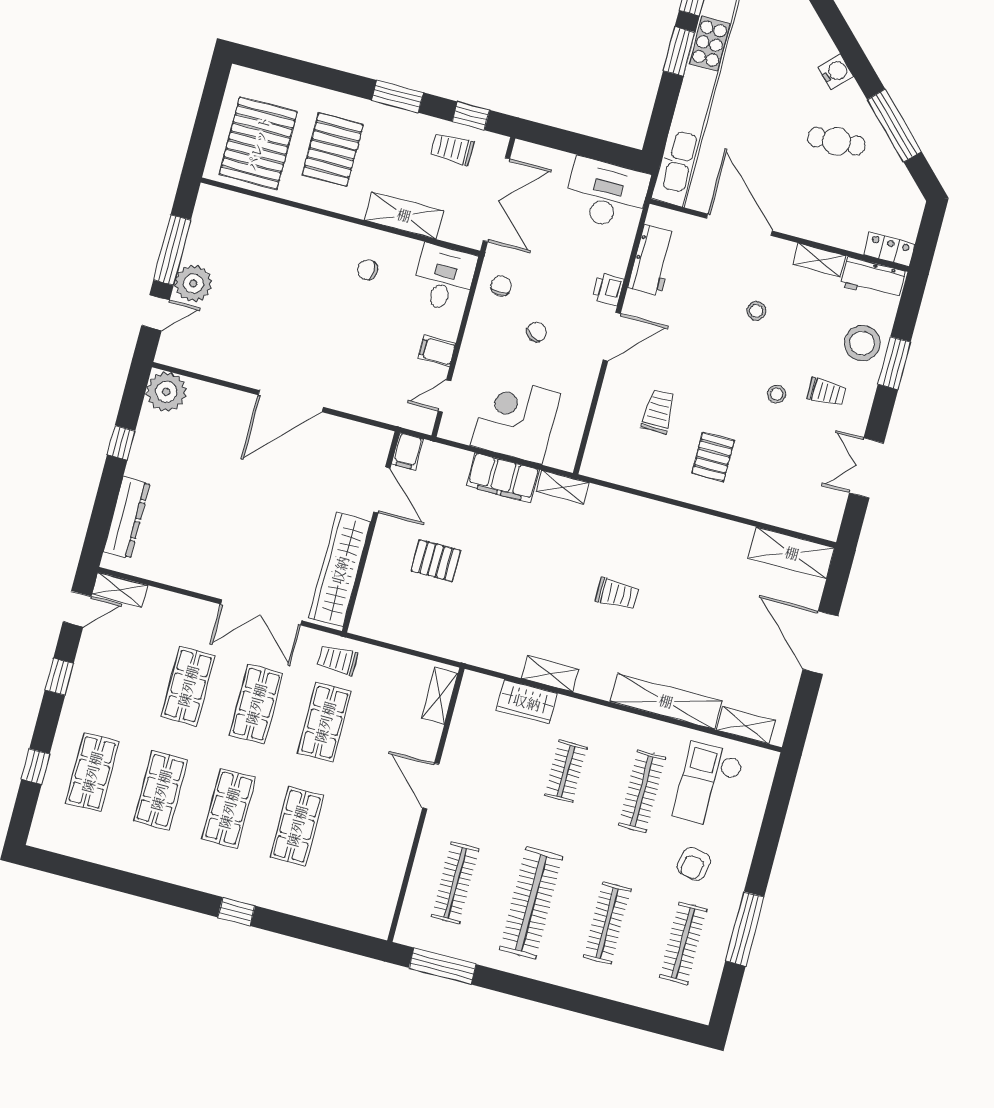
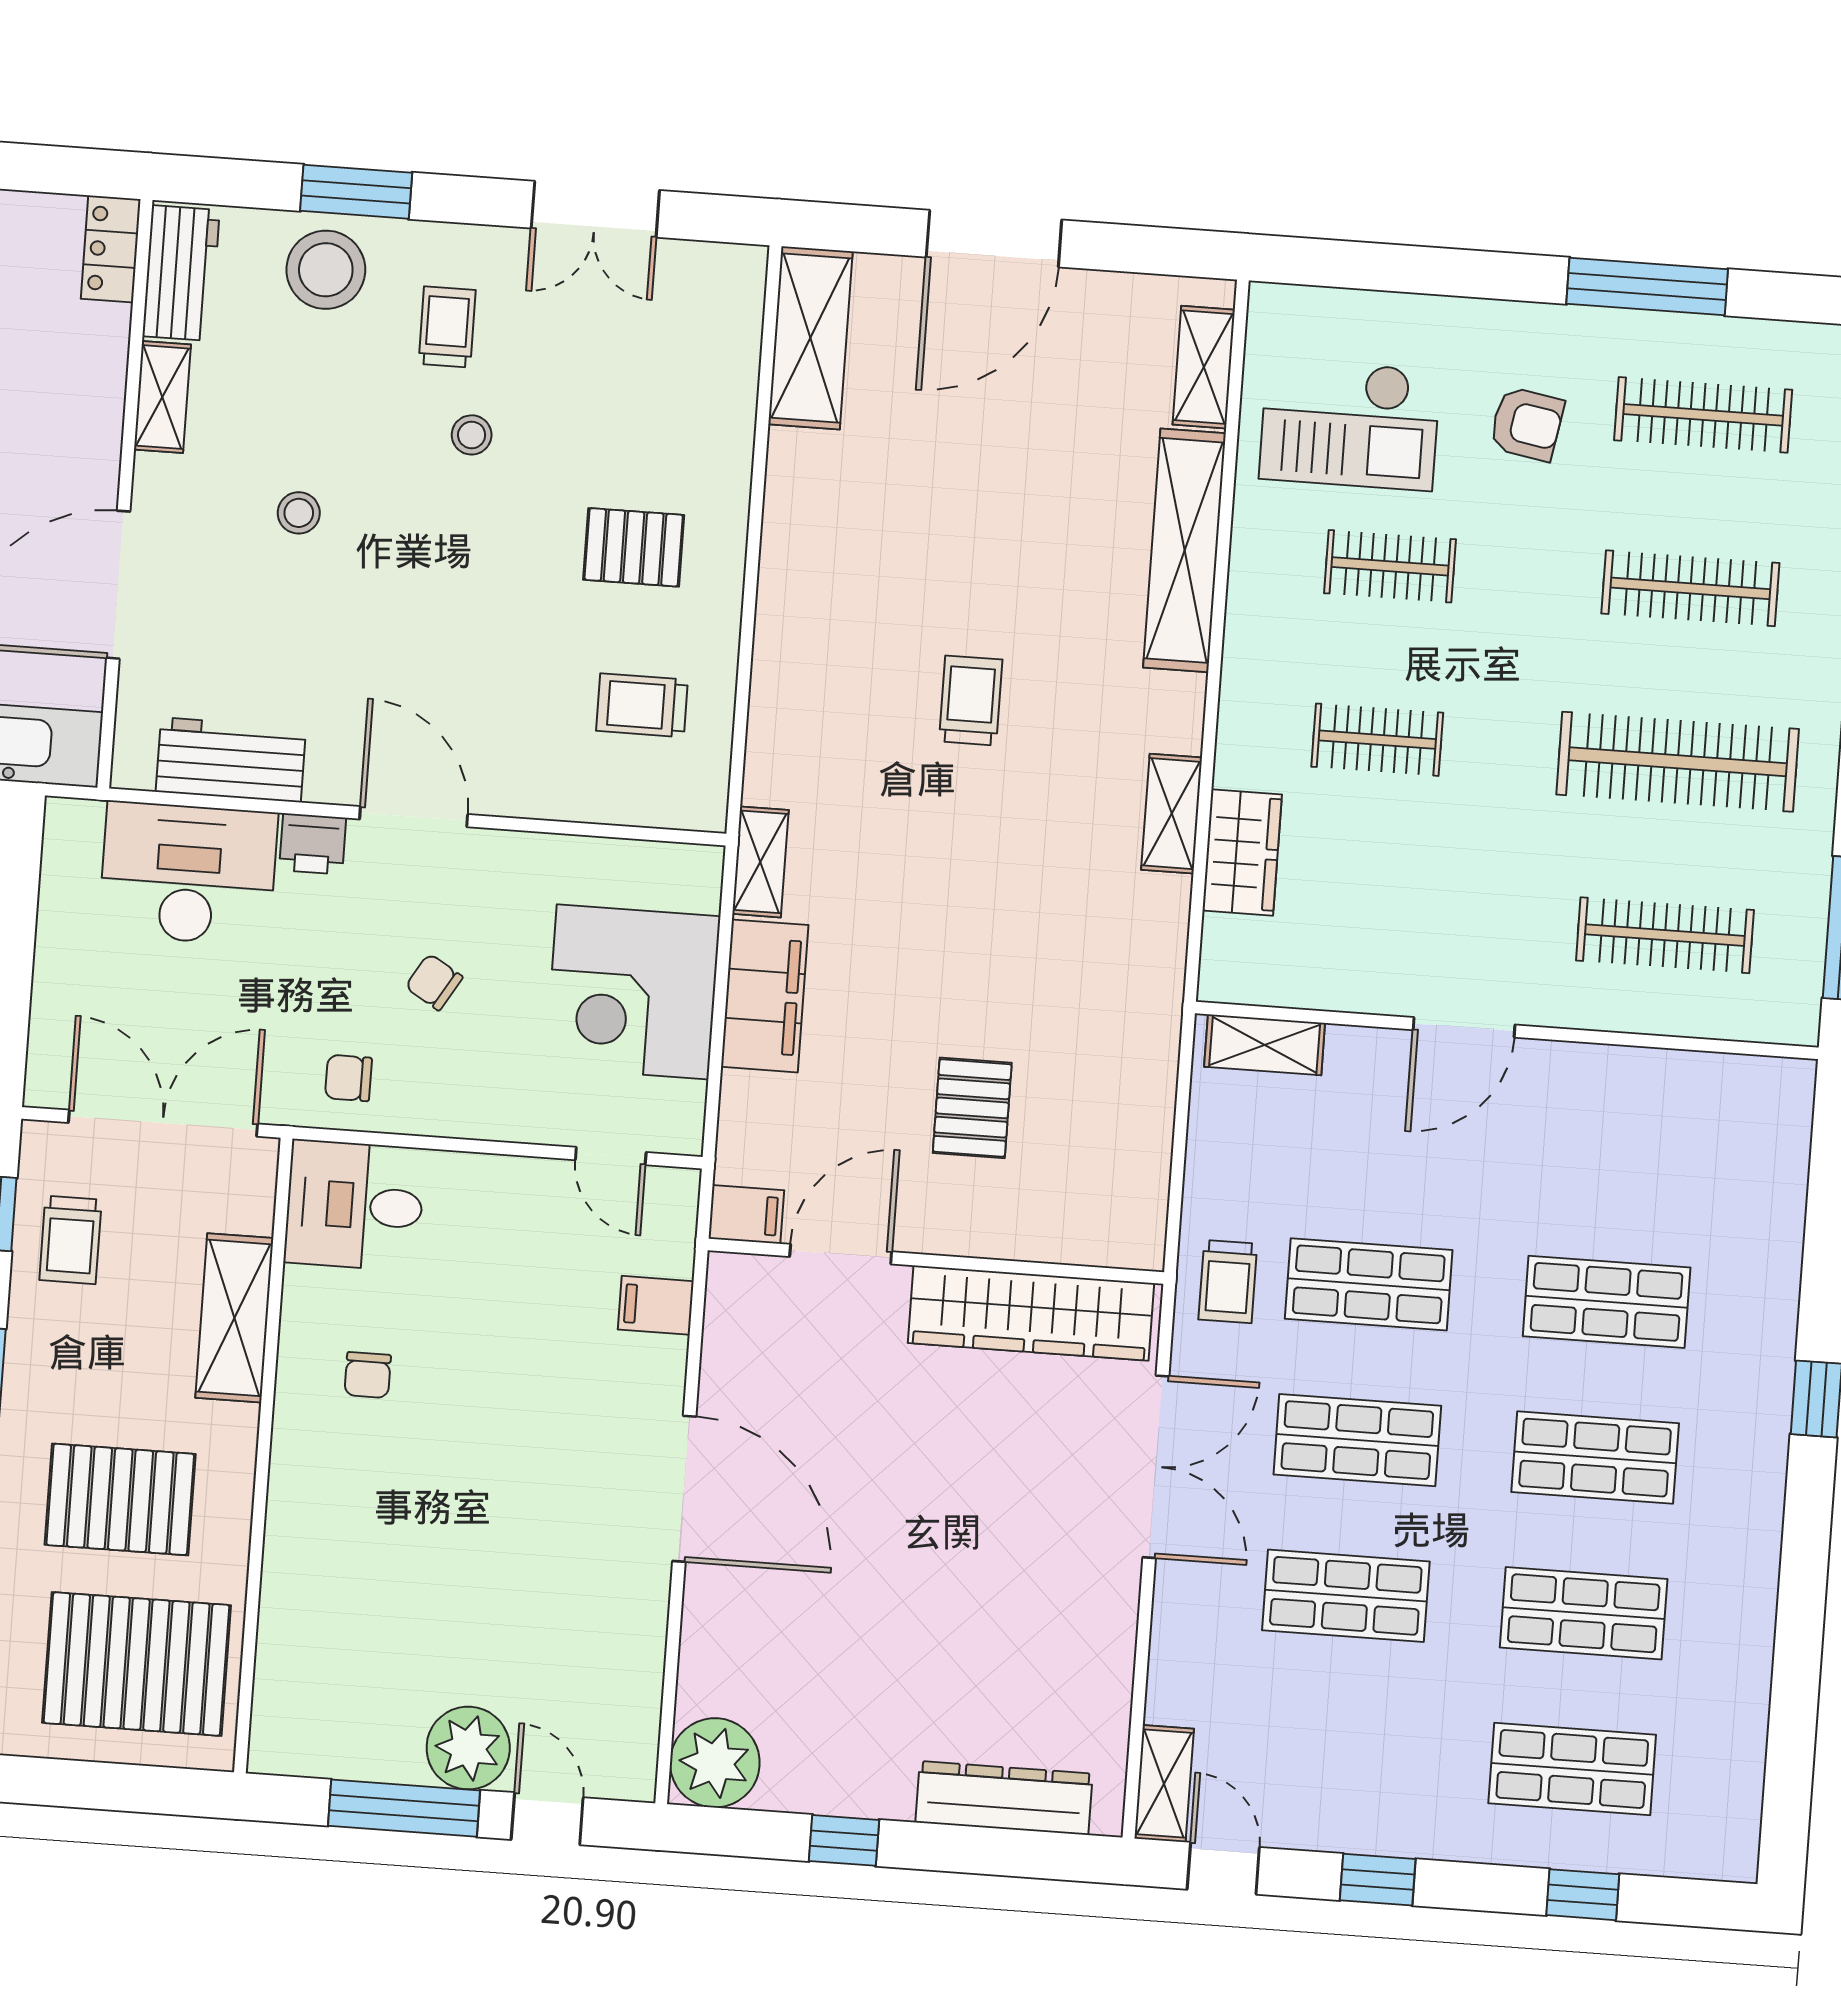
desk: (607, 194) -> (188, 874), moved, turned 90
filing cabinet: (437, 351) -> (656, 1305), moved, turned 90
trolley: (658, 411) -> (642, 705), moved
clothes rail: (642, 791) -> (1390, 566), width x0.73

